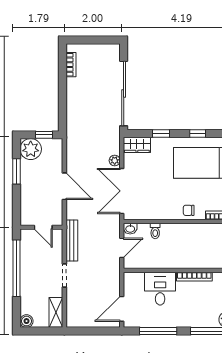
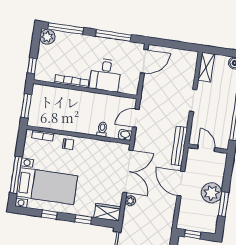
plant: (31, 149) -> (211, 193), moved
bench: (72, 241) -> (179, 146), moved

